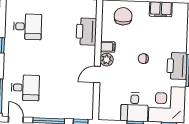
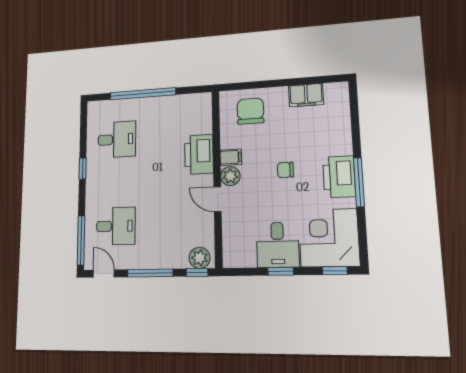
printer: (86, 31) -> (199, 154), moved
door: (97, 74) -> (217, 199), hinge flipped
plant: (83, 113) -> (200, 258), added

